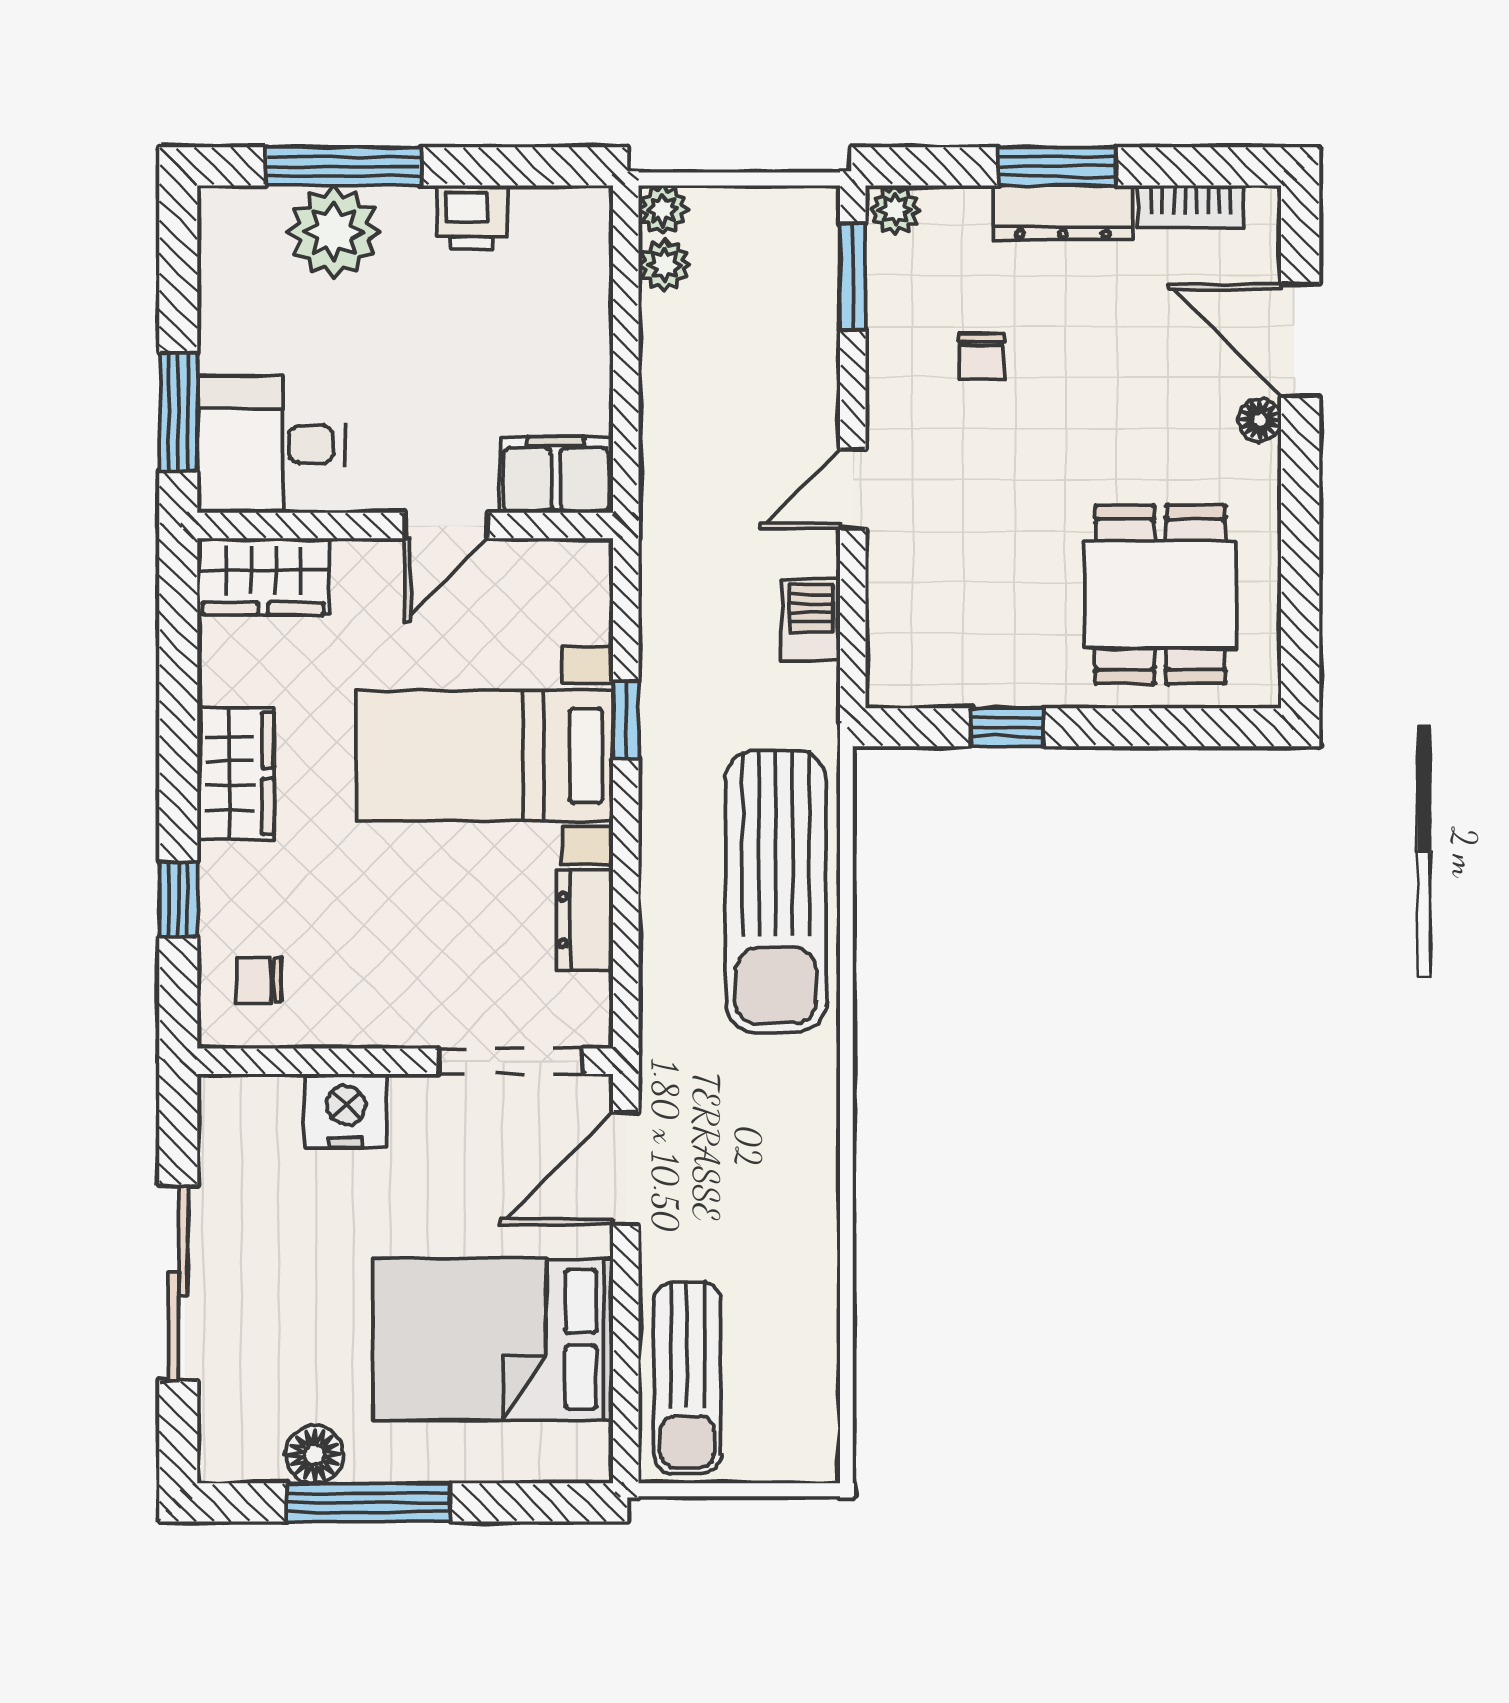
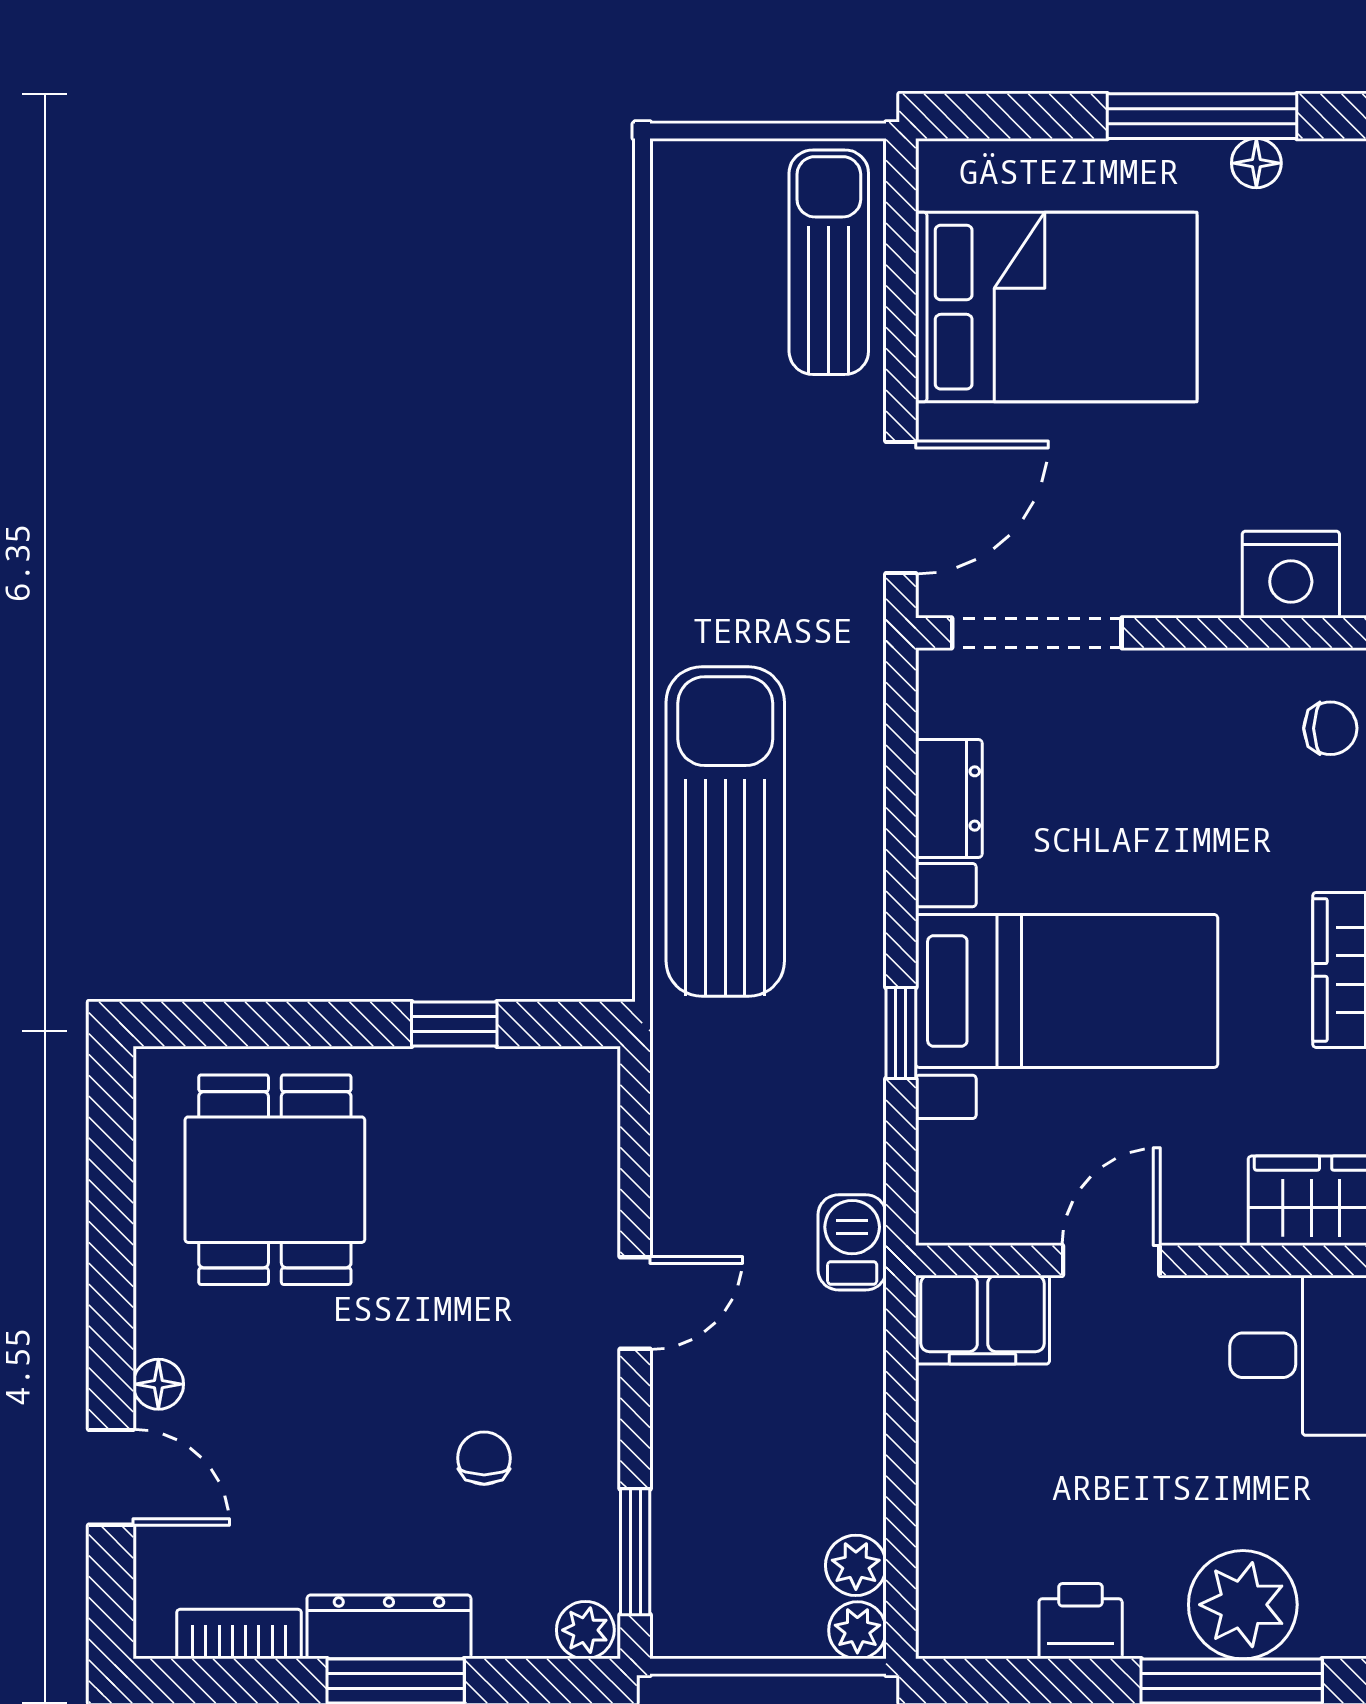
door: (1300, 340) -> (111, 1477), width x0.73
barbecue: (811, 620) -> (852, 1242), moved, turned 180
nightstand: (346, 1111) -> (1291, 575), moved
floor lamp: (314, 1454) -> (1256, 163), width x0.73, depth x0.73

